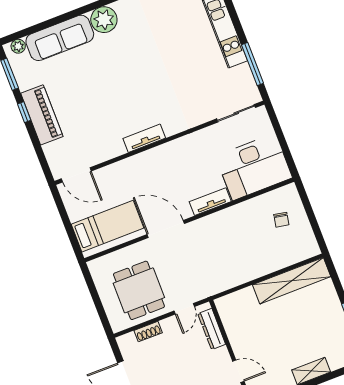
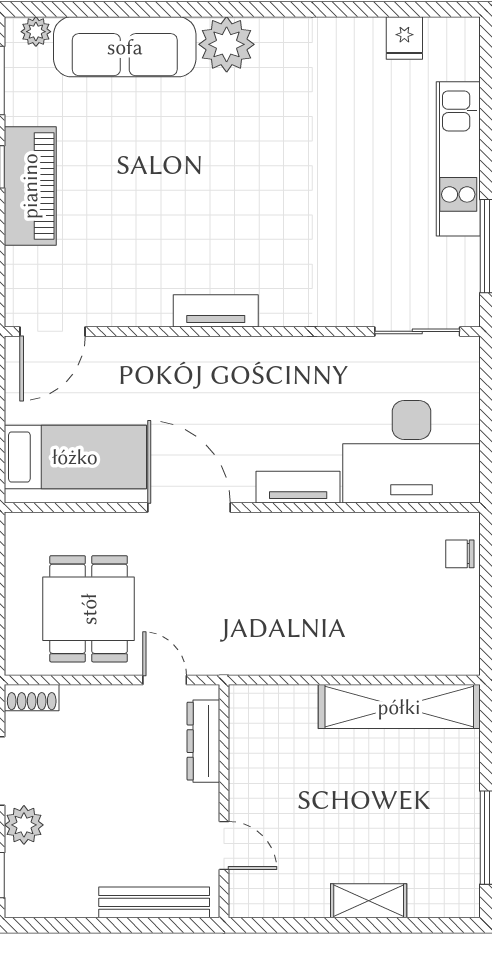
door: (76, 175) -> (53, 331), hinge flipped
chair: (281, 220) -> (460, 554), moved, turned 79
door: (184, 309) -> (165, 680), swing flipped
shoe rack: (148, 332) -> (32, 698), moved

